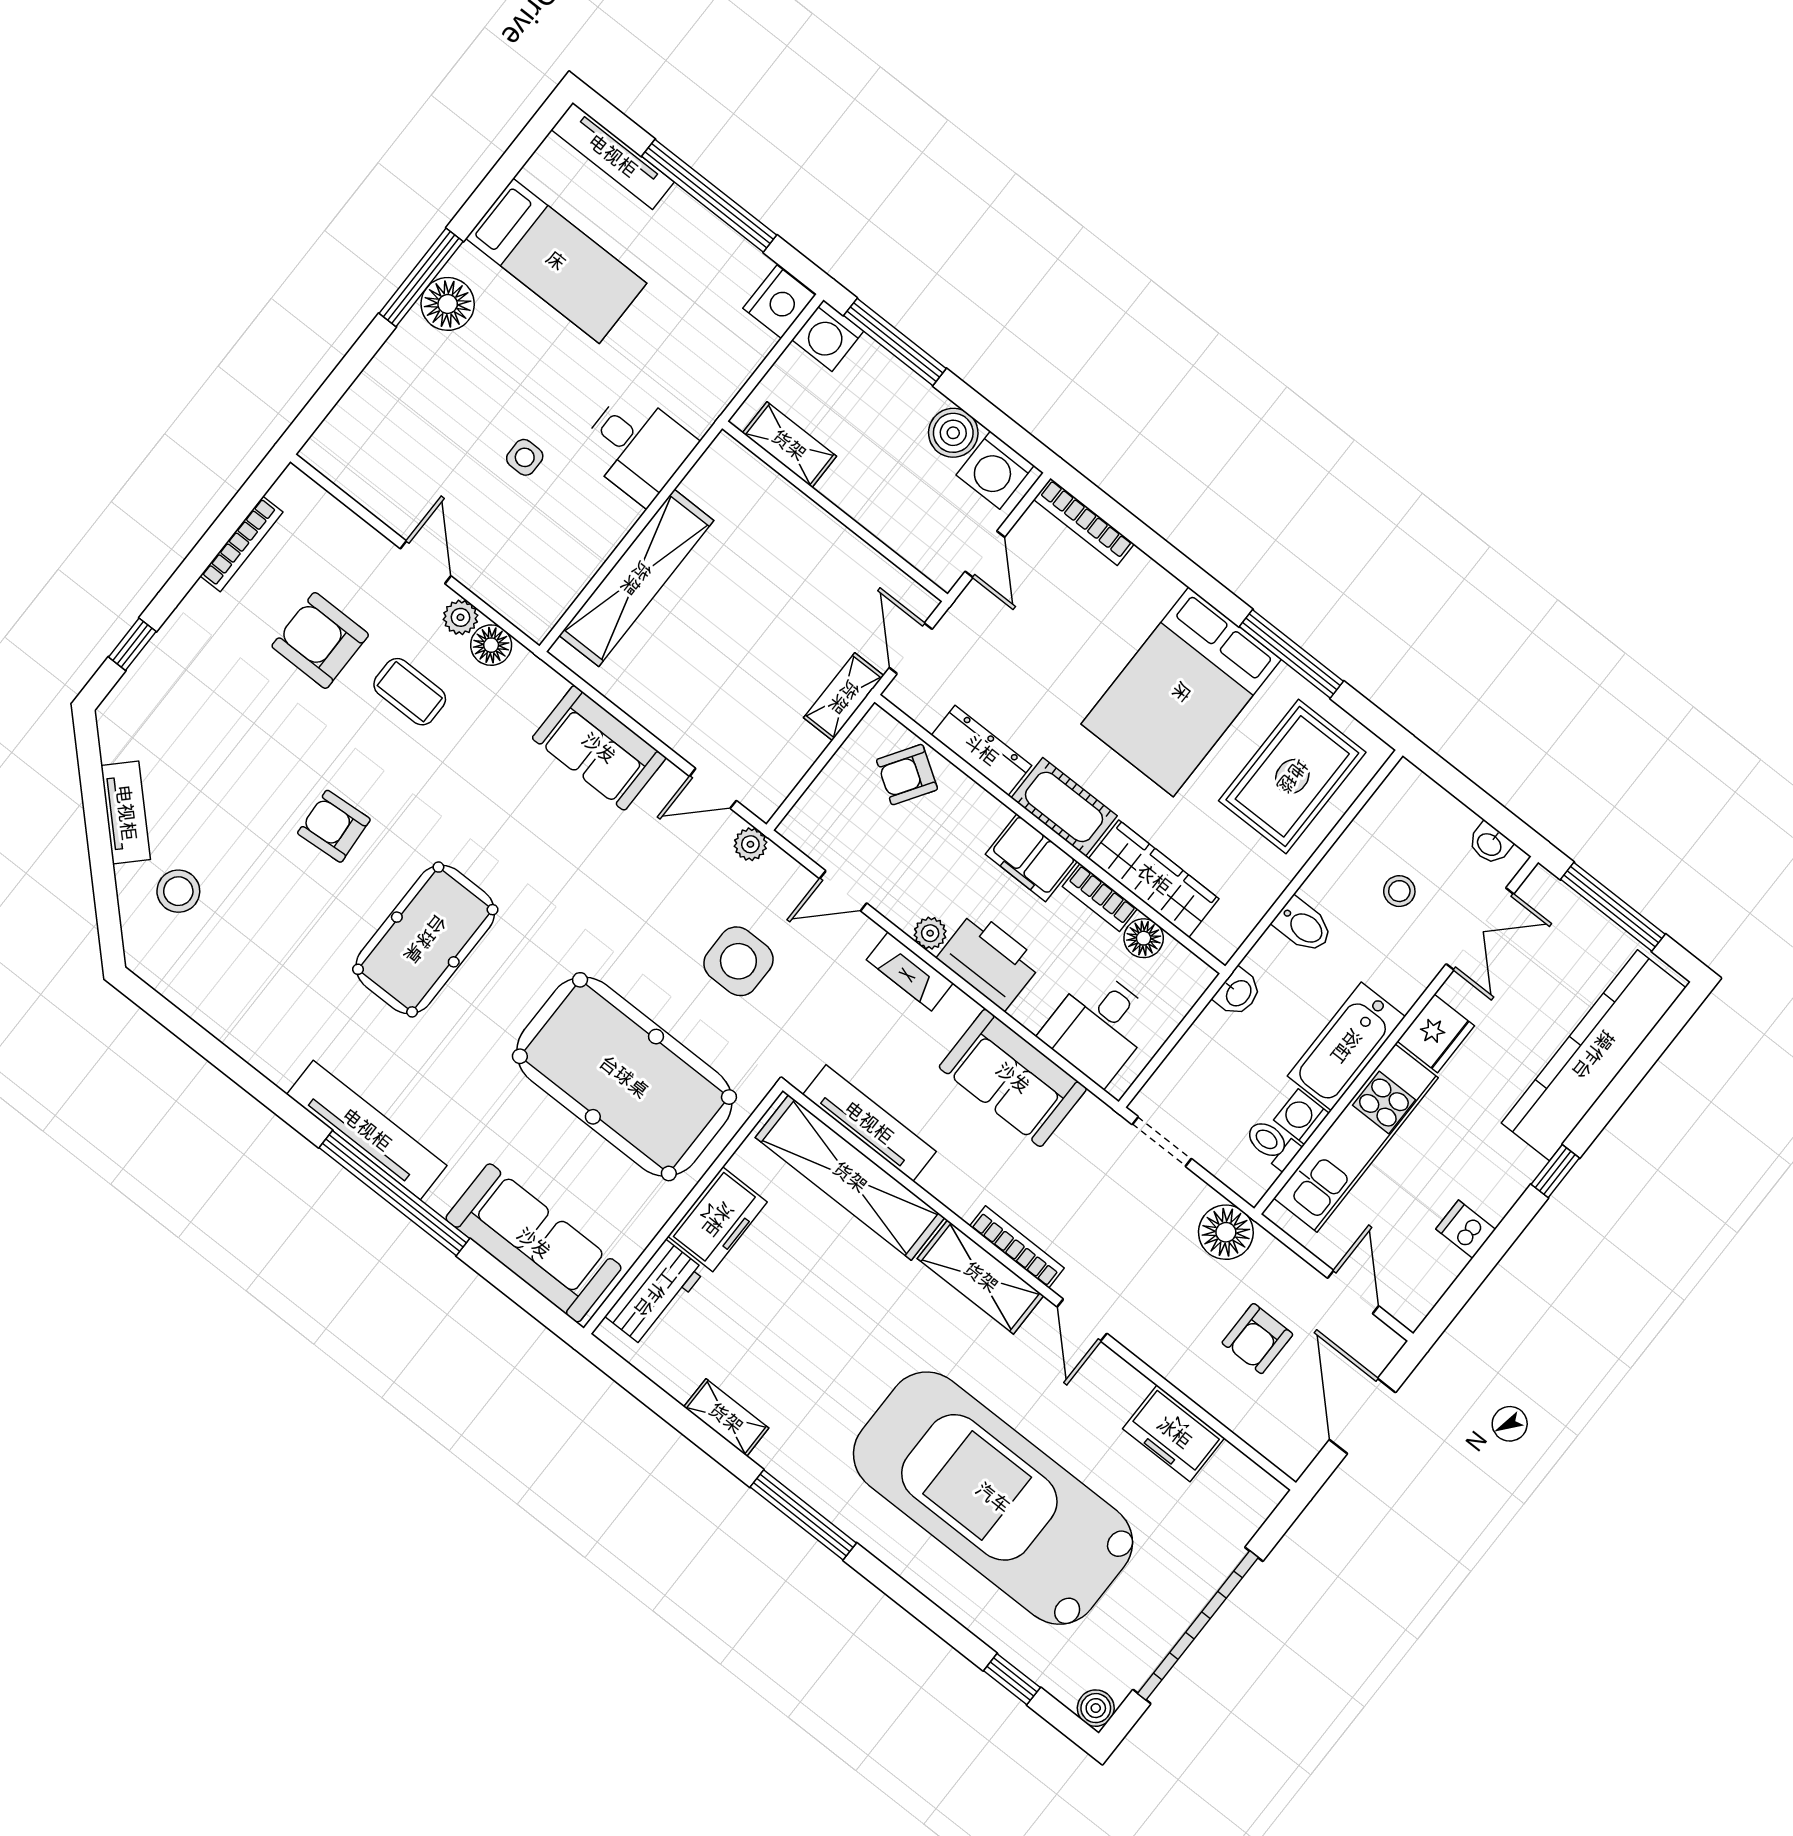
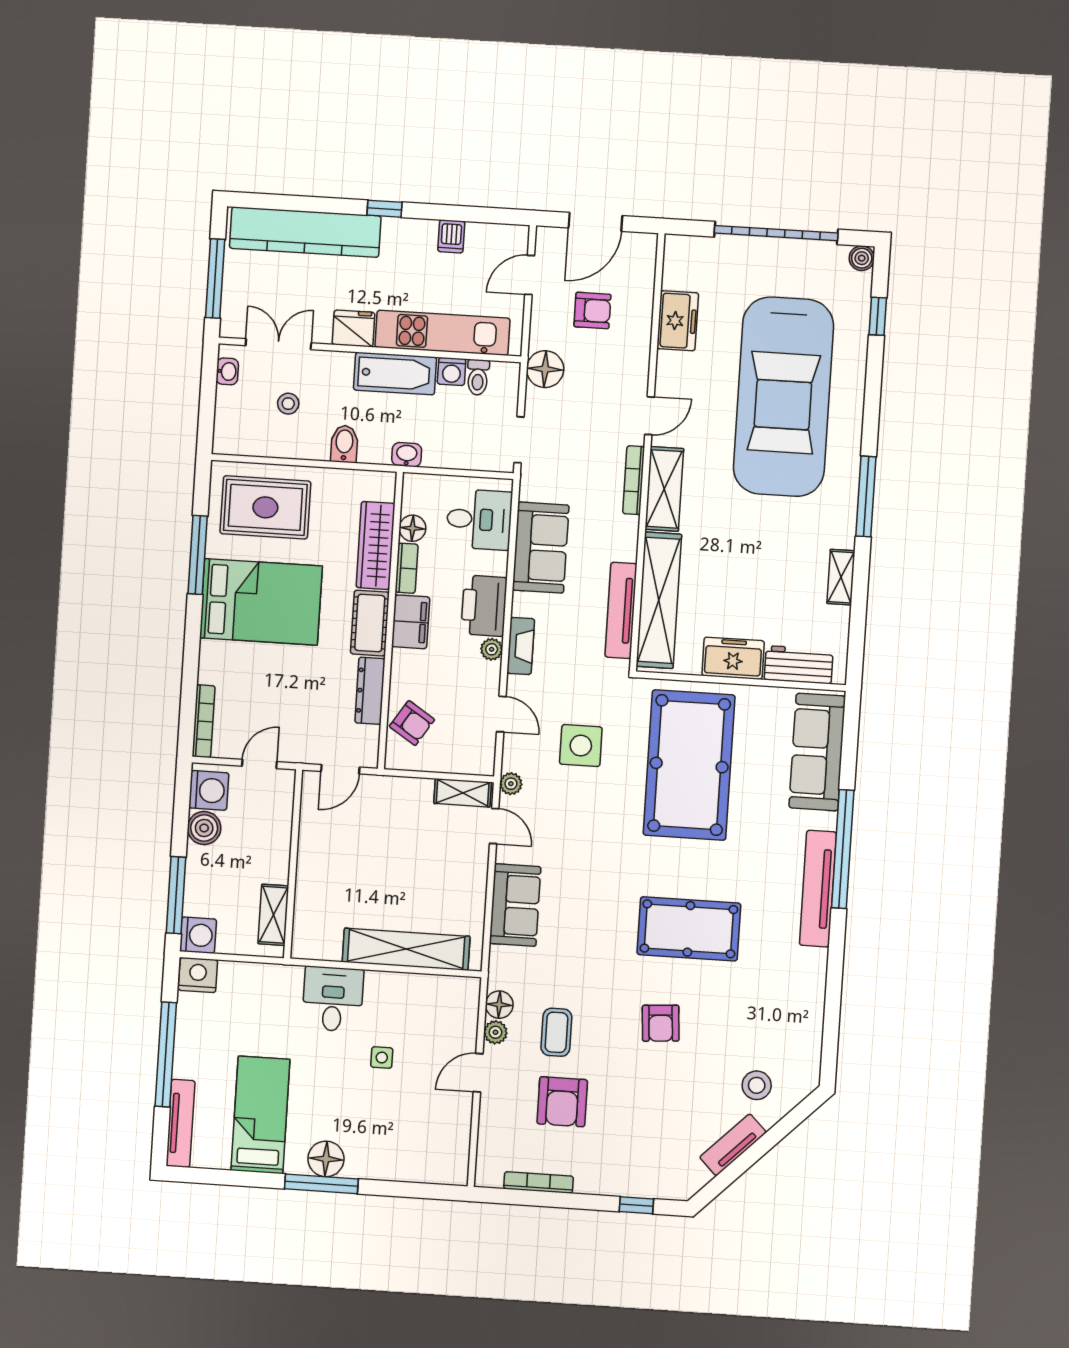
shelving: (844, 697) -> (463, 793), moved

